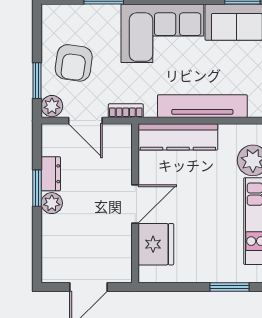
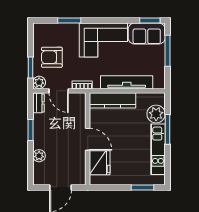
armchair: (74, 63) -> (52, 57), turned 82
dresser: (51, 174) -> (38, 103), moved
plant: (52, 203) -> (39, 156), moved
door: (135, 204) -> (88, 139), hinge flipped

